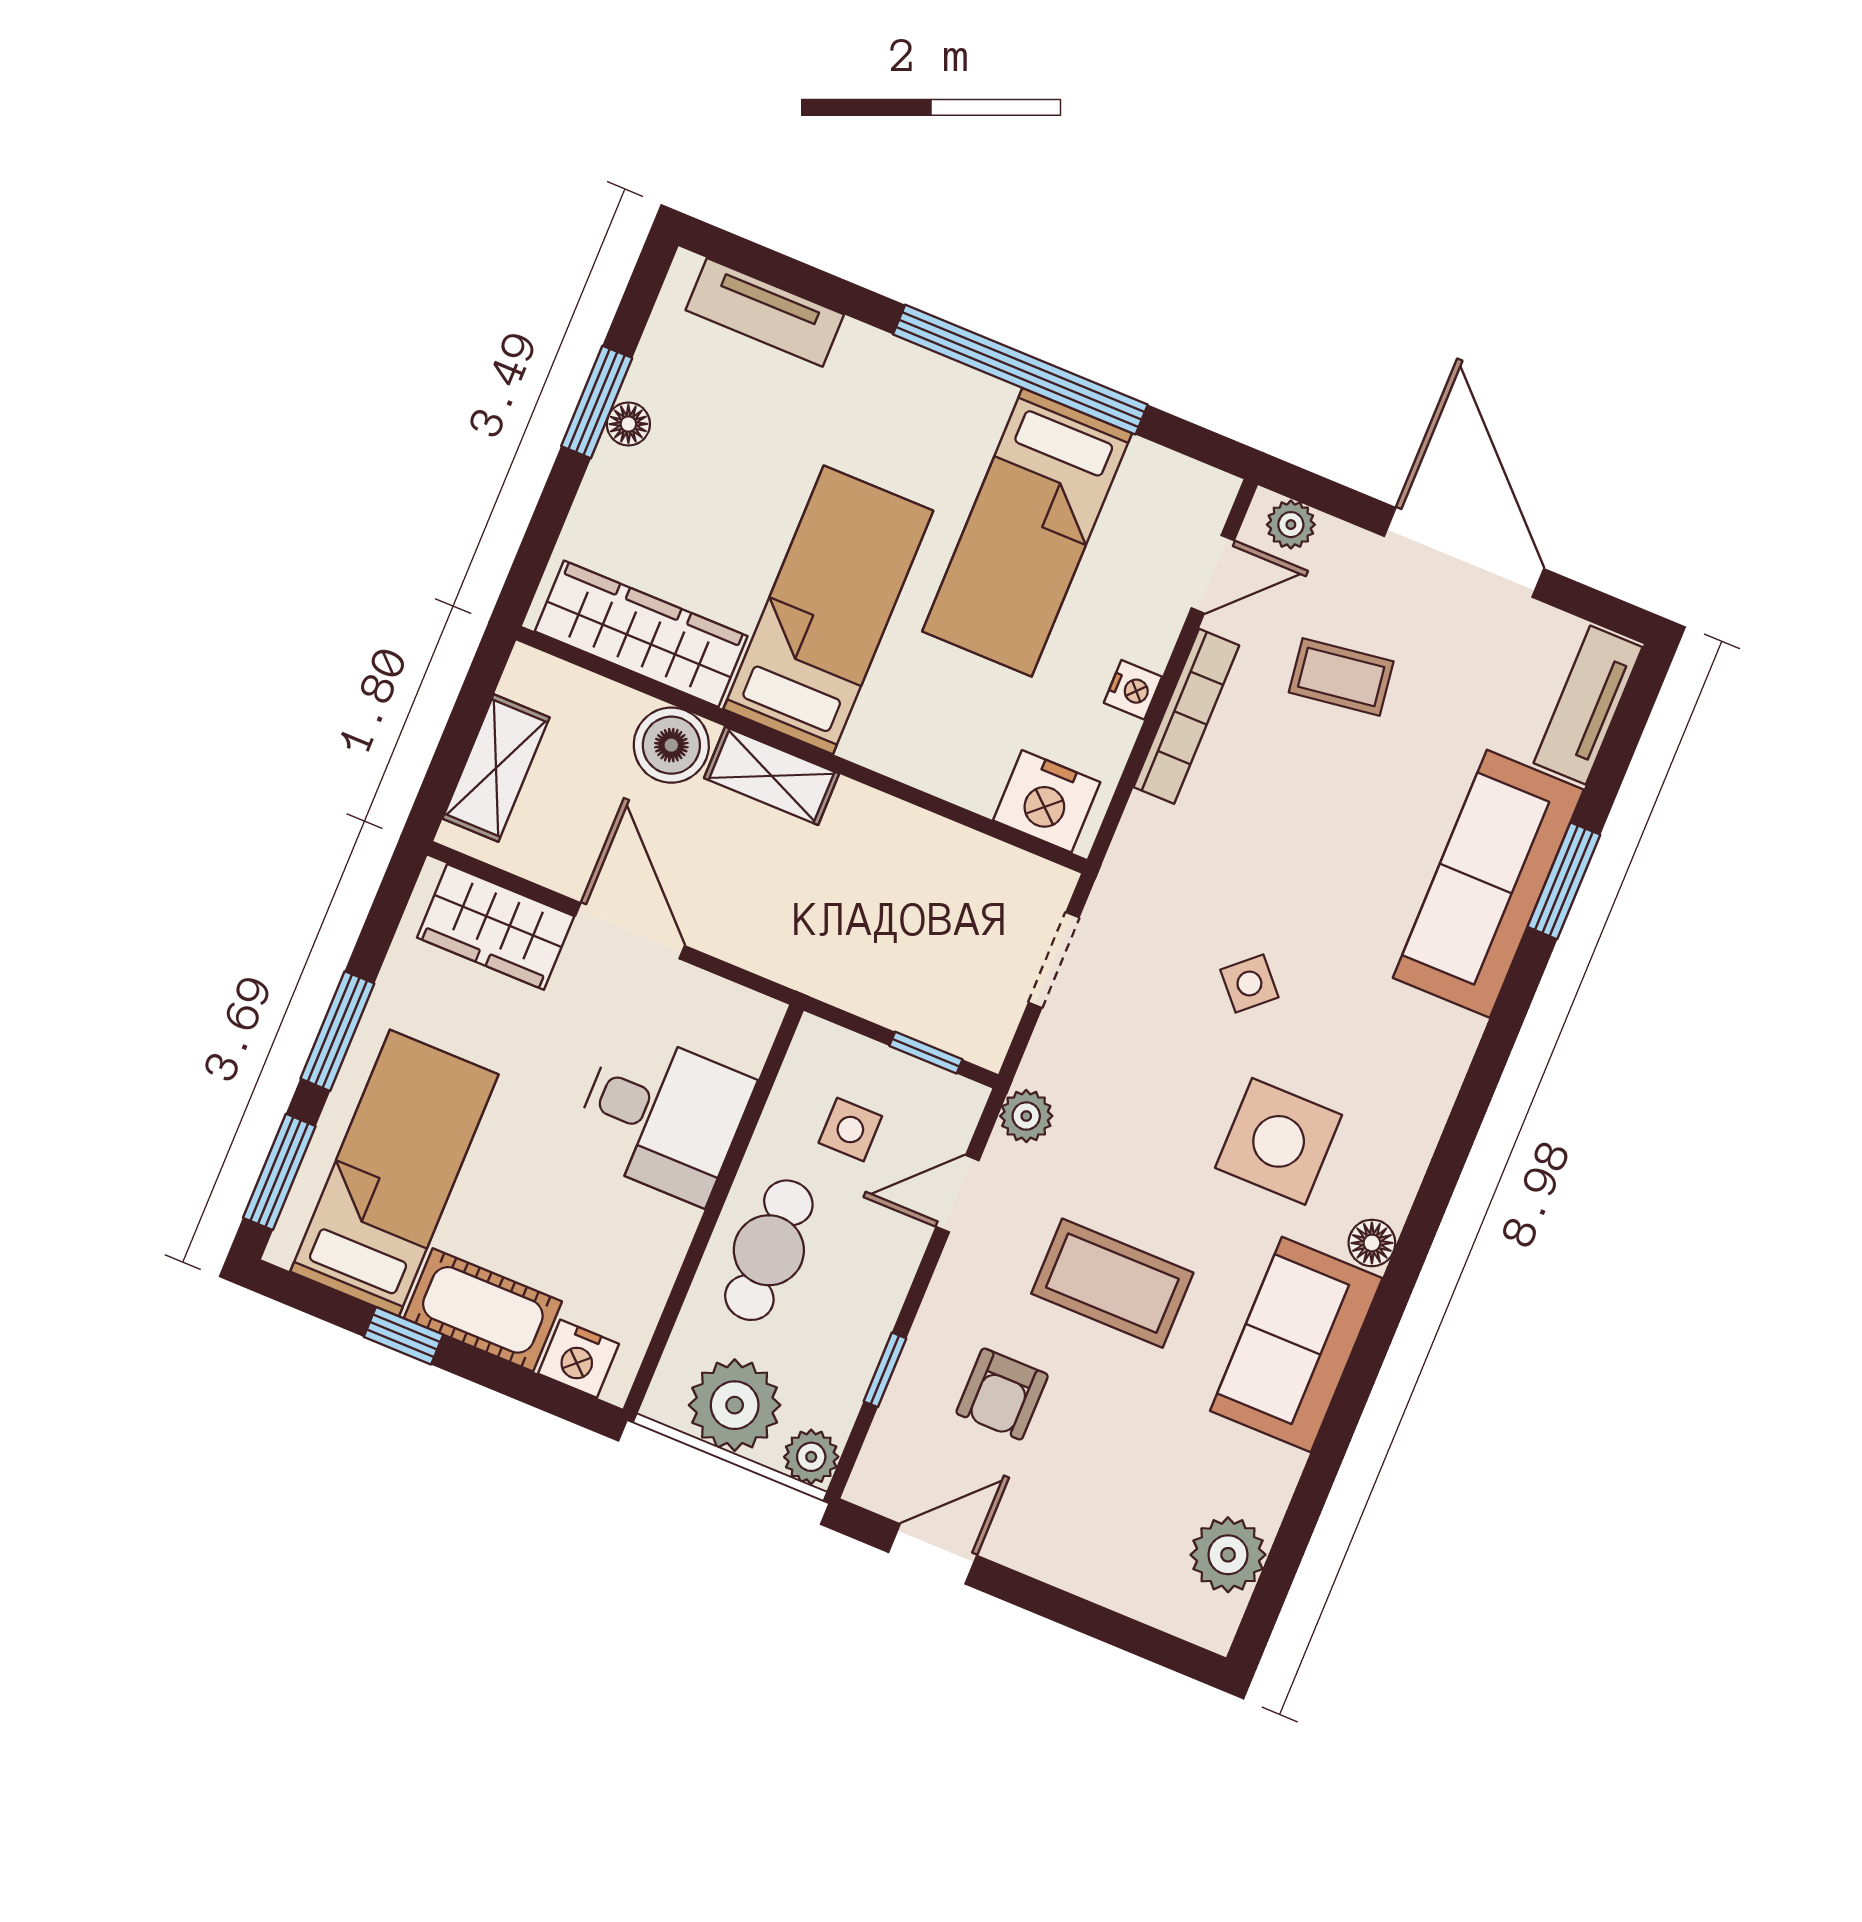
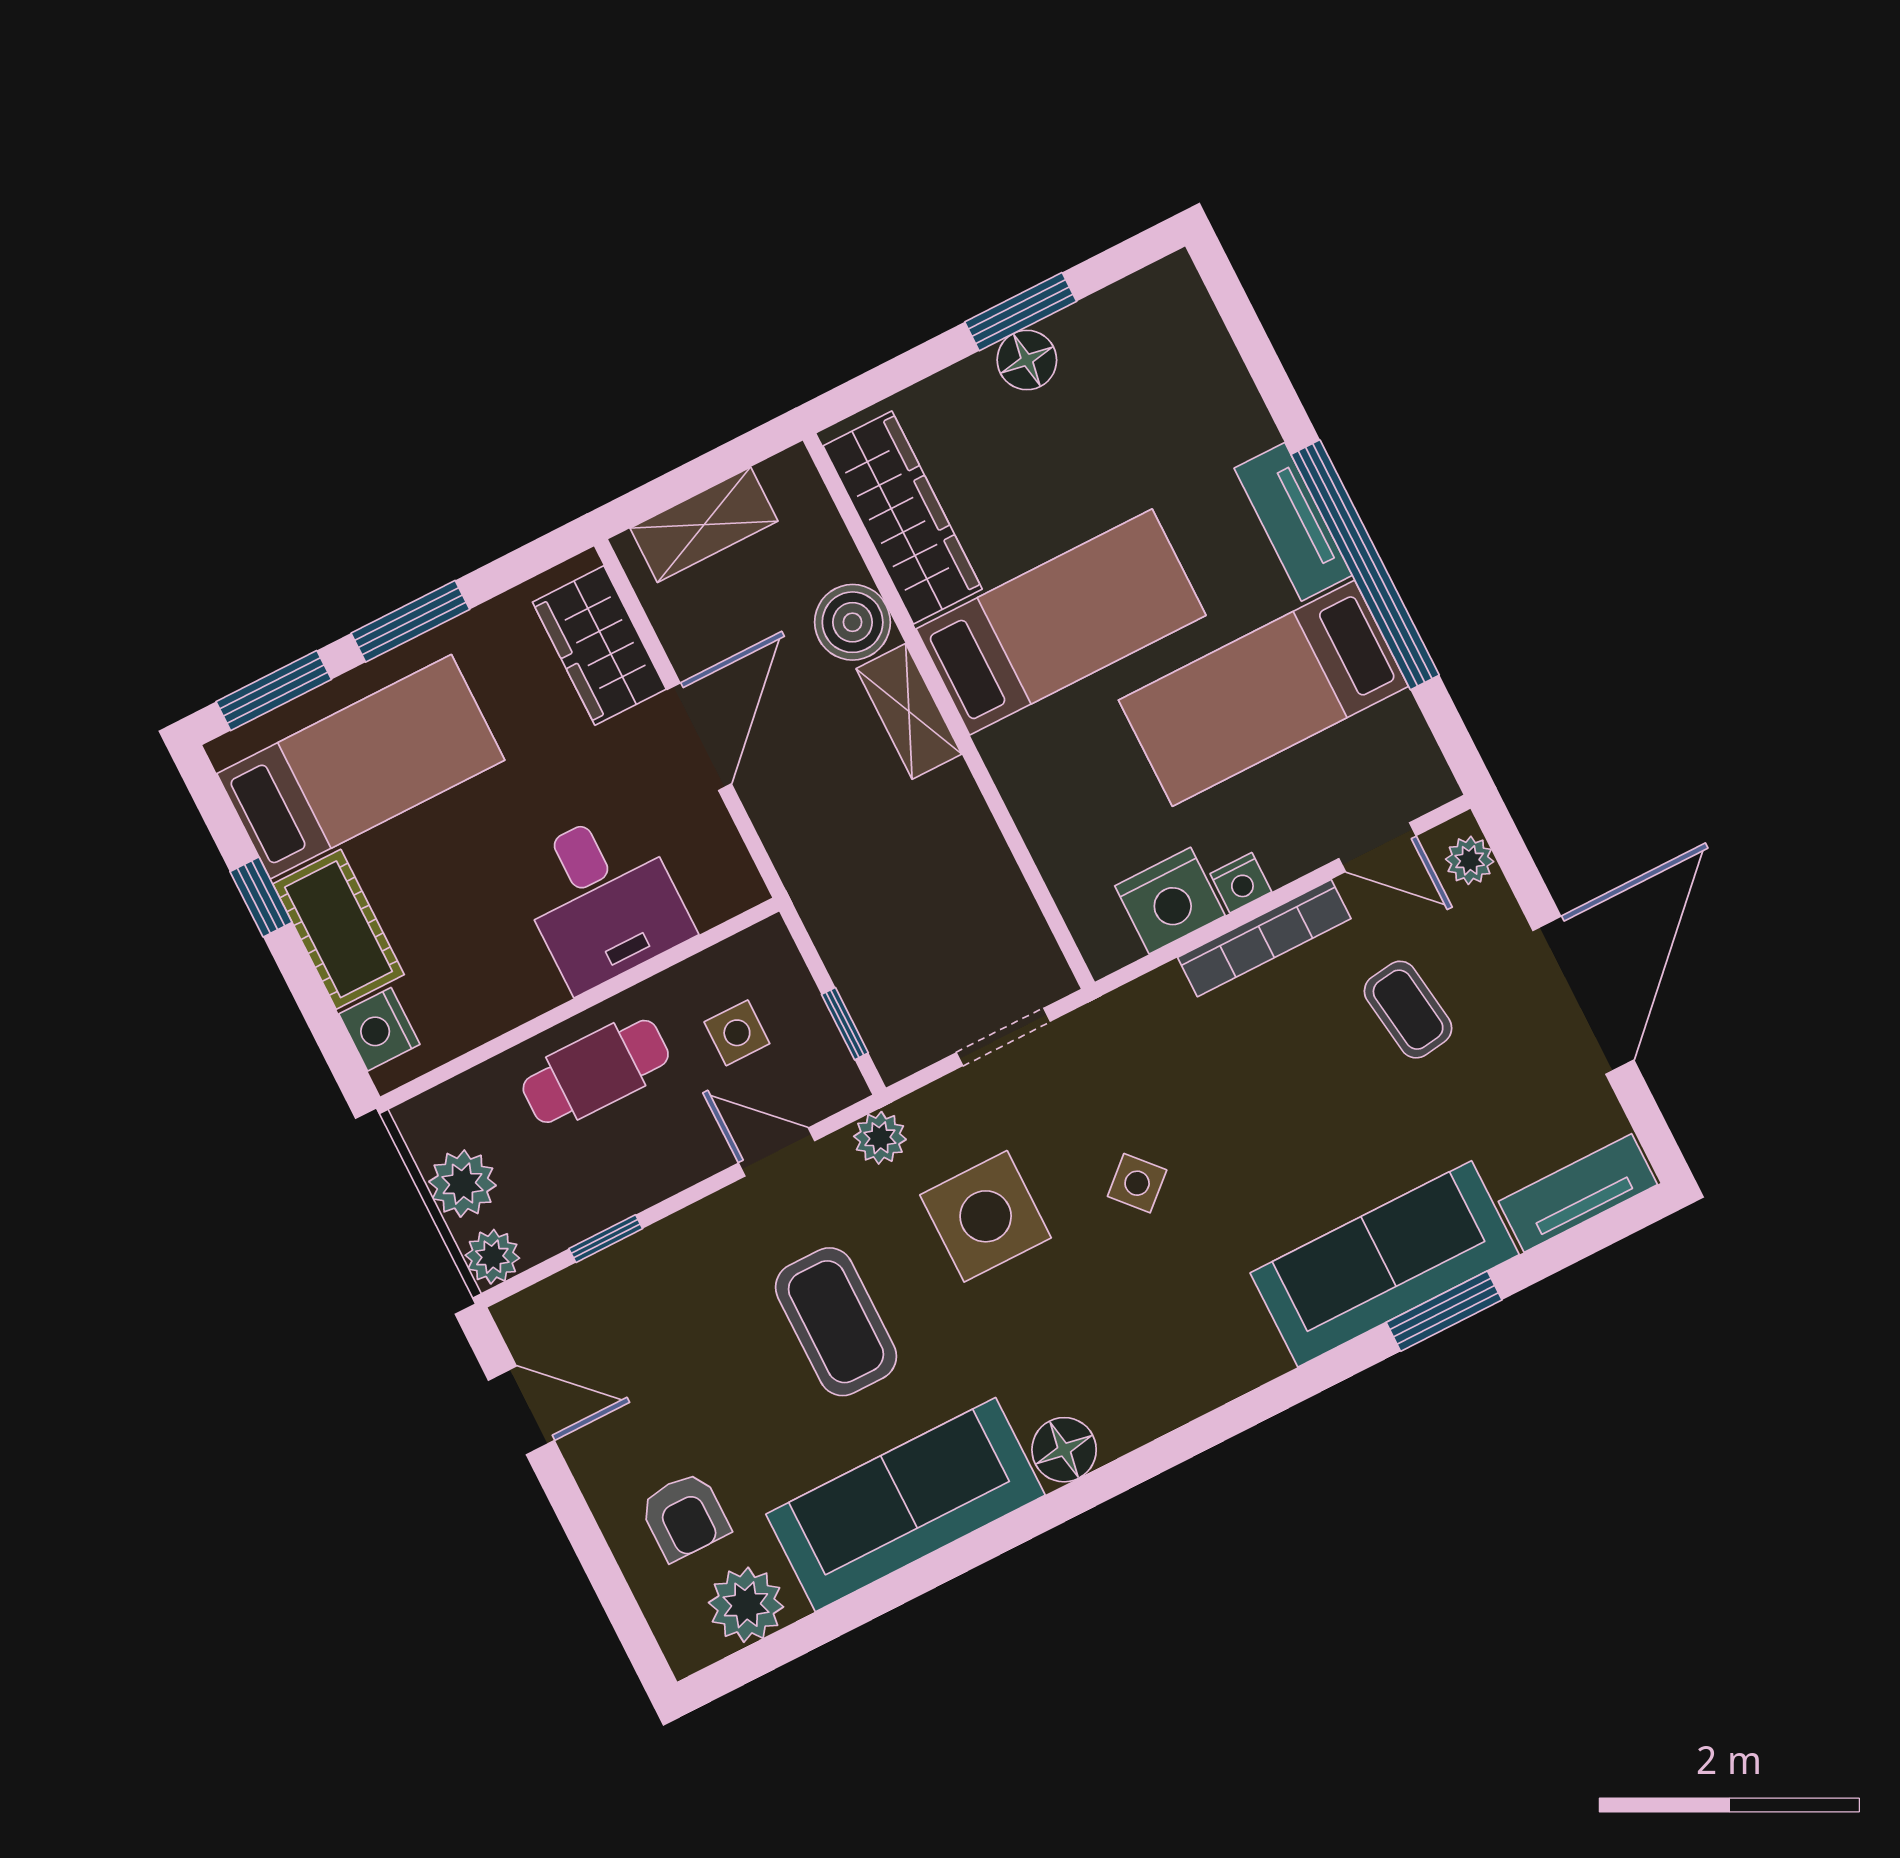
tv unit: (765, 312) -> (1293, 522), moved
floor lamp: (628, 424) -> (1027, 360), width x1.37, depth x1.37
nightstand: (1047, 801) -> (1170, 901), moved, turned -90
side table: (1279, 1141) -> (986, 1216), moved
floor lamp: (1372, 1243) -> (1064, 1450), width x1.37, depth x1.37
sofa: (1296, 1345) -> (905, 1505), width x1.36
armchair: (1002, 1394) -> (685, 1516), moved, turned -90
plant: (735, 1405) -> (463, 1184), width x0.73, depth x0.73

